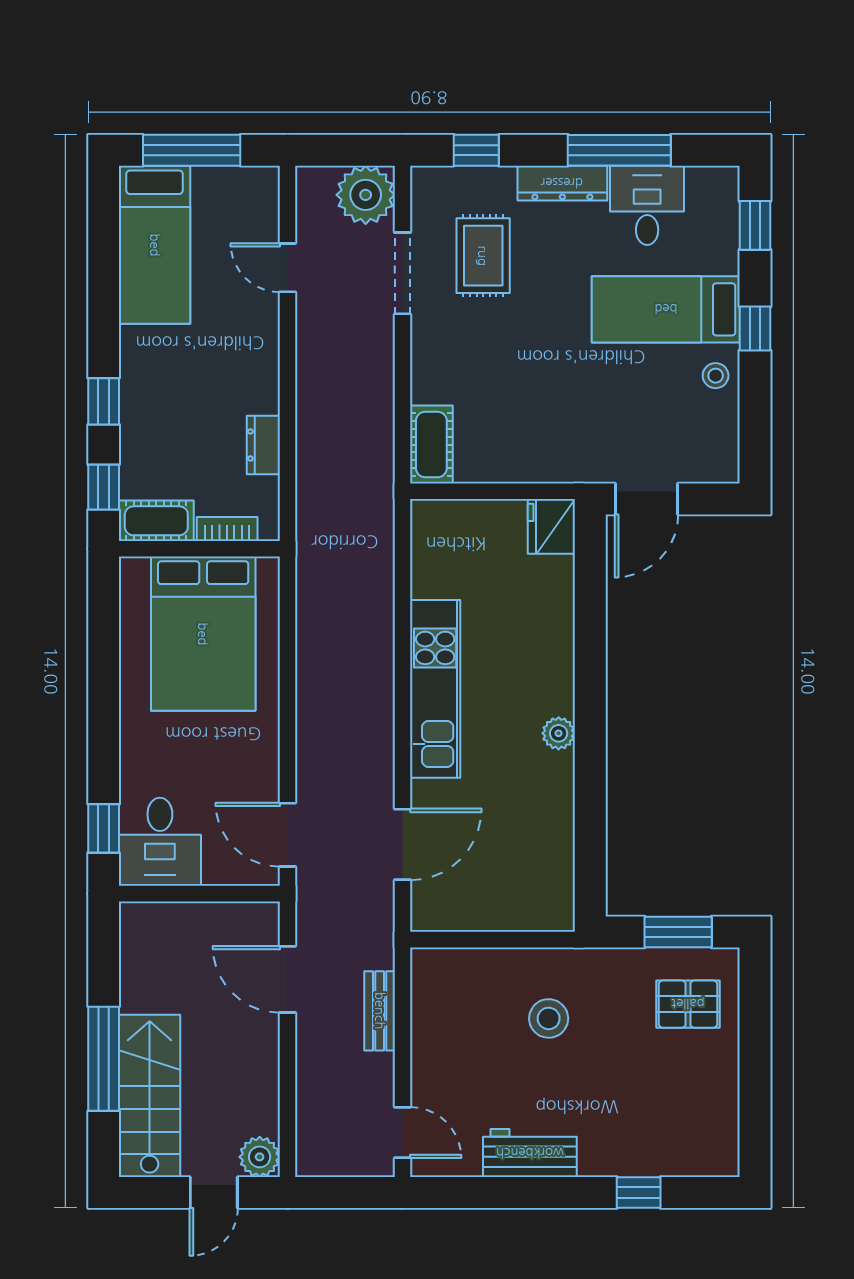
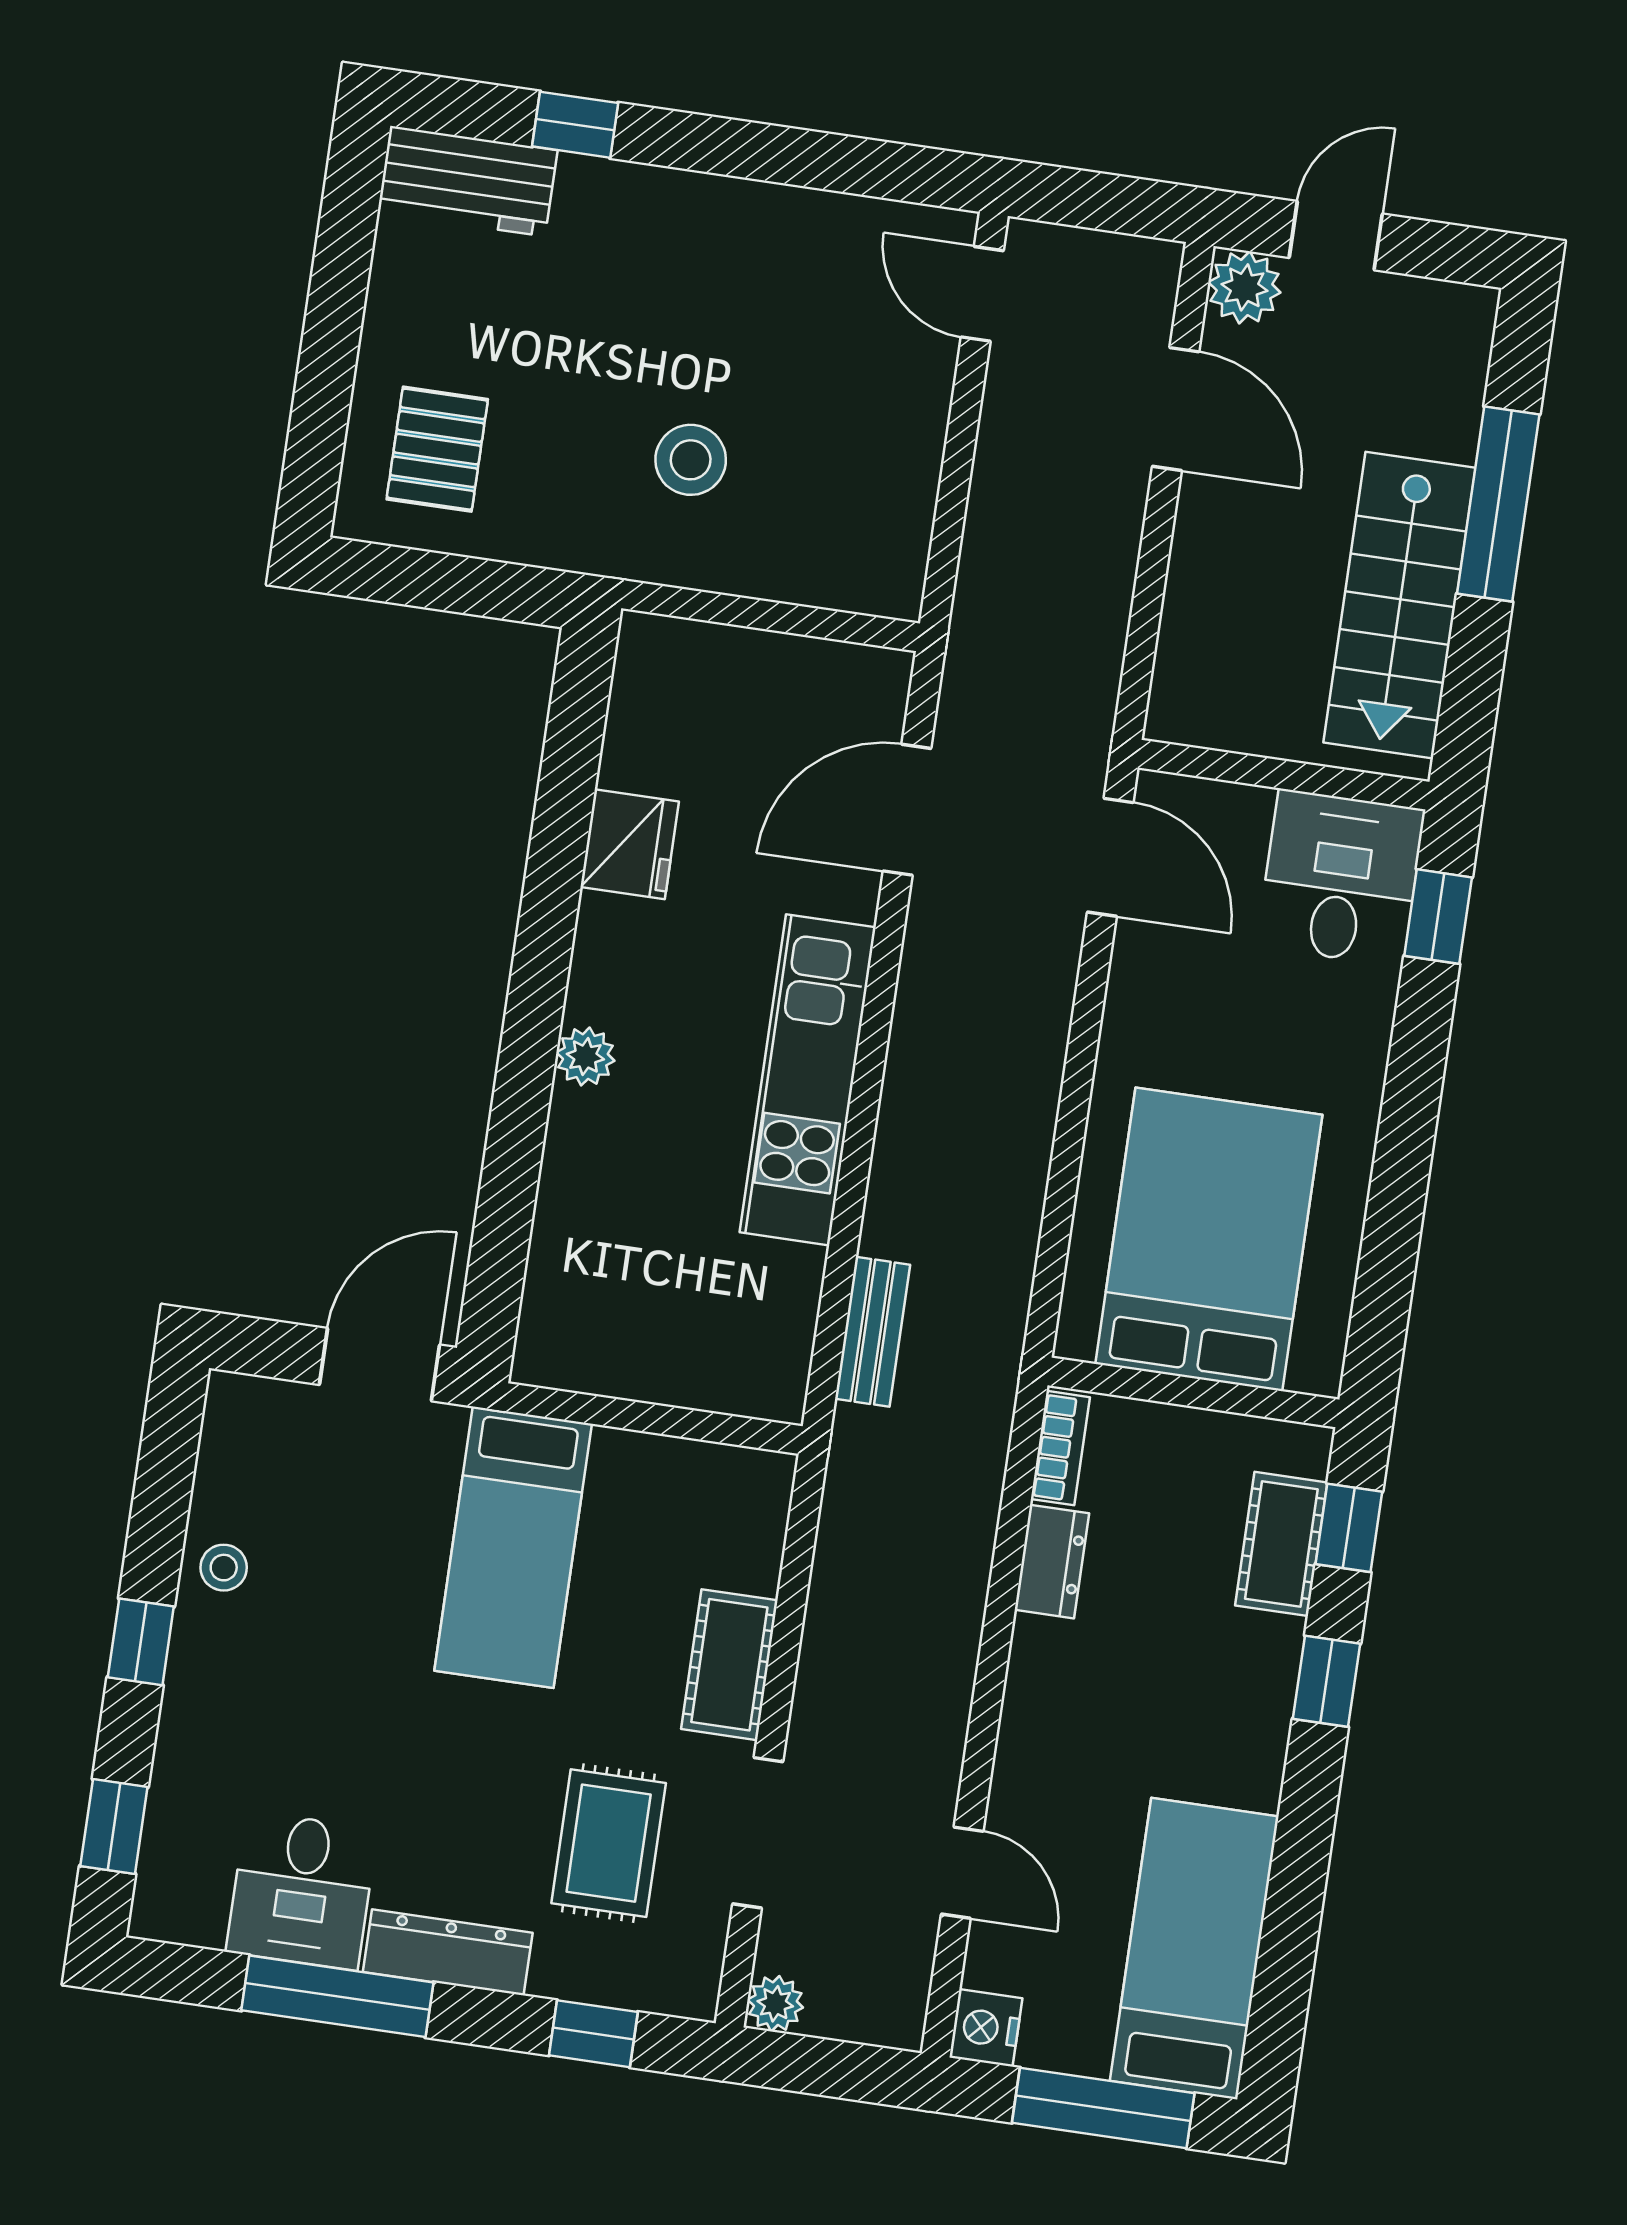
nightstand: (262, 185) -> (986, 2028), added
plant: (366, 195) -> (775, 2004), width x0.53, depth x0.53
bed: (666, 309) -> (513, 1547), moved, turned 90
cot: (431, 445) -> (729, 1665), moved
cot: (156, 521) -> (1281, 1544), moved, turned 90
fridge: (551, 526) -> (630, 844), moved
bookcase: (227, 529) -> (1060, 1448), moved, turned -90
plant: (559, 733) -> (585, 1057), moved
window: (678, 932) -> (436, 581), removed
door: (288, 979) -> (1176, 409), moved
pallet: (688, 1004) -> (437, 449), turned 90
bench: (380, 1011) -> (873, 1332), moved
stairs: (150, 1096) -> (1399, 605), moved
workbench: (530, 1153) -> (467, 181), moved

